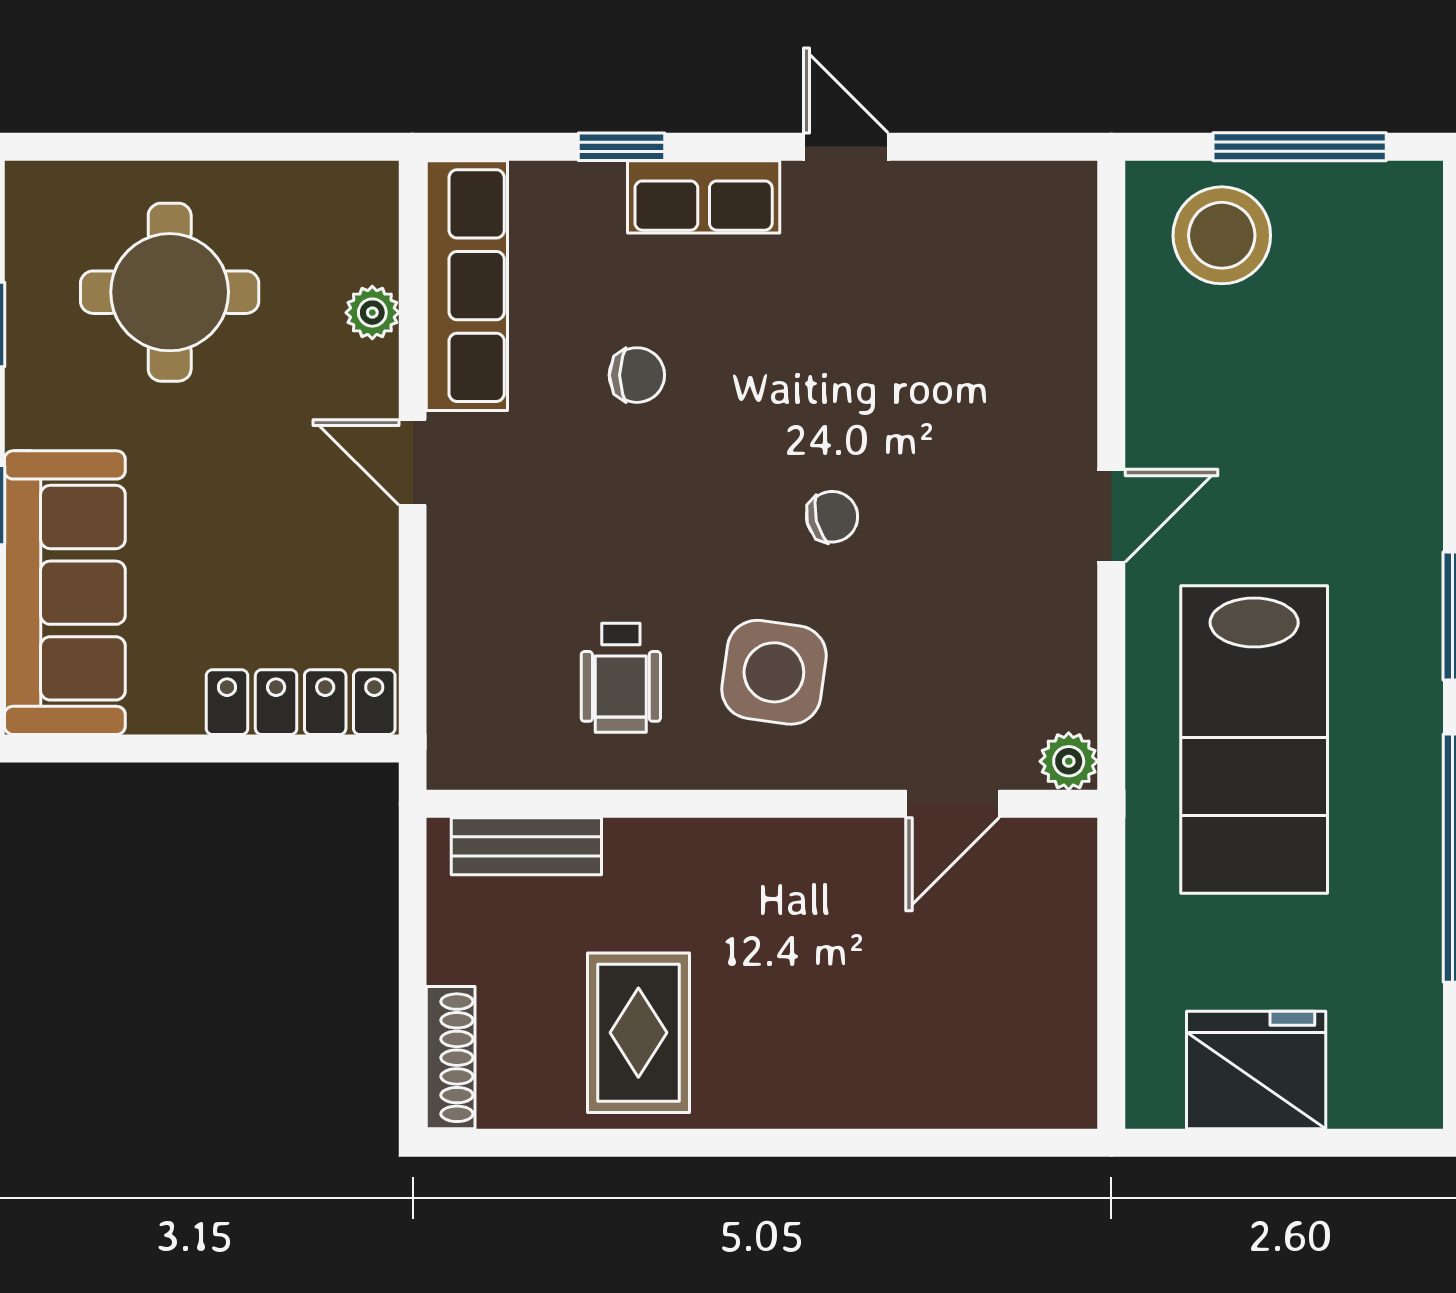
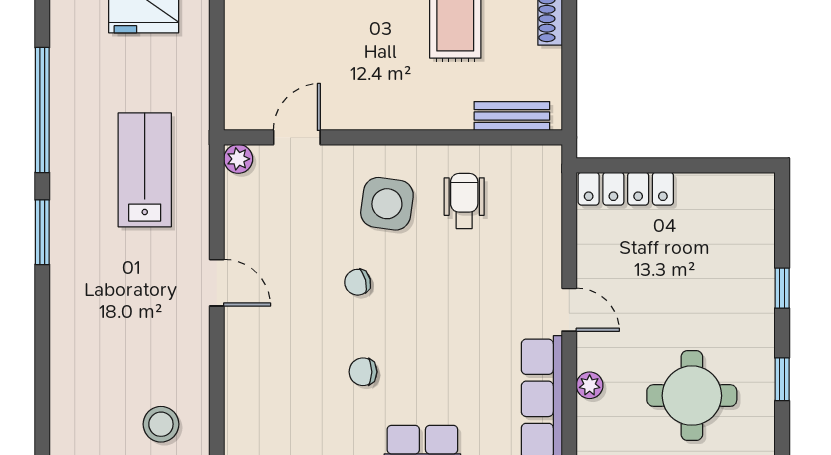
stool: (1222, 235) -> (161, 424), width x0.73, depth x0.73
chair: (637, 375) -> (363, 372), moved
door: (1111, 516) -> (217, 283), swing flipped
sofa: (65, 593) -> (745, 244), removed
lab bench: (1254, 739) -> (145, 170), width x0.73, depth x0.72

